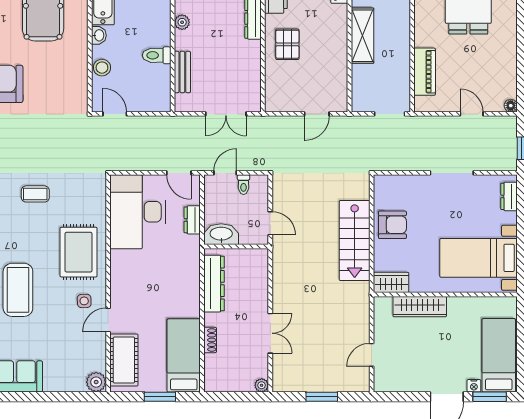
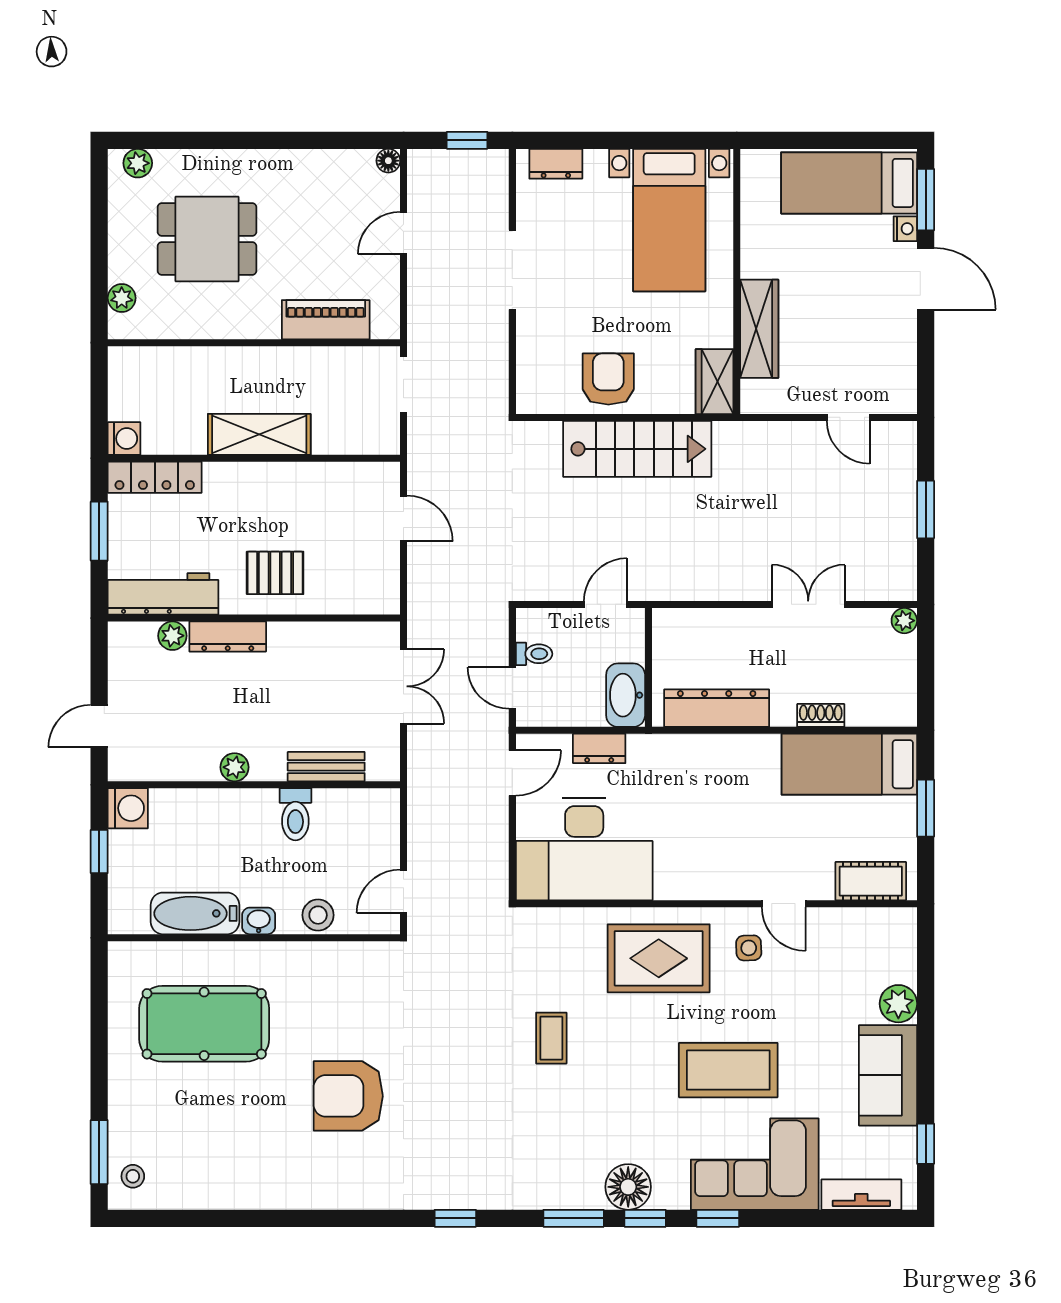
cot: (124, 360) -> (871, 881), width x0.73, depth x0.75
plant: (96, 382) -> (898, 1004), moved

